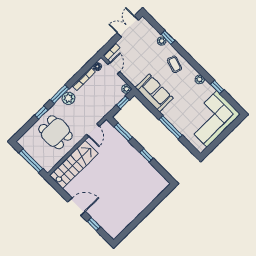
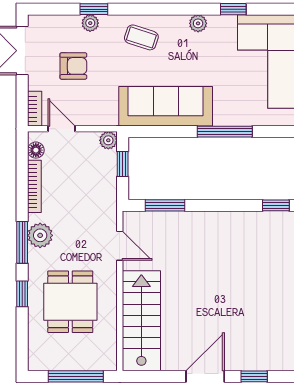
armchair: (140, 50) -> (73, 66), added
sofa: (154, 93) -> (166, 106), width x1.36
dining table: (55, 132) -> (70, 302), turned 90
window: (146, 155) -> (276, 205), moved

